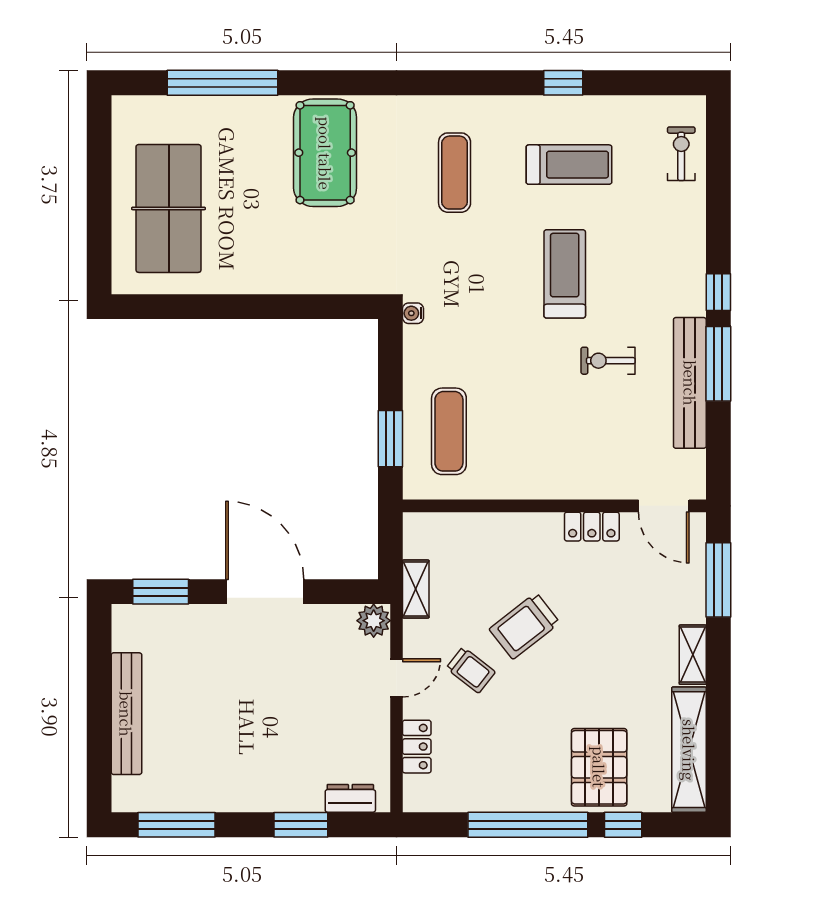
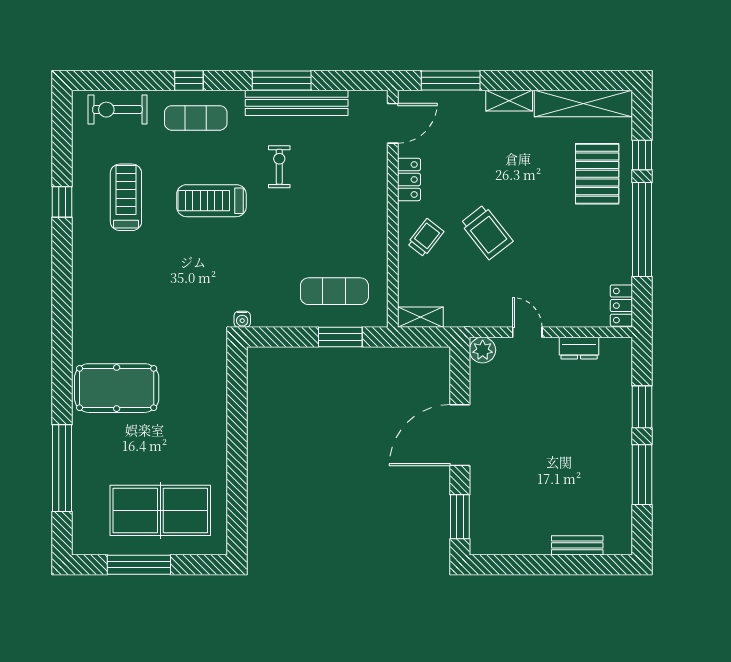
exercise bike: (681, 154) -> (117, 110), width x1.38, depth x1.39
exercise mat: (455, 173) -> (196, 118), moved
window: (99, 181) -> (139, 565), added
window: (718, 292) -> (189, 81), moved
exercise bike: (608, 361) -> (279, 167), turned 180
shelving: (416, 589) -> (420, 317), moved
trolley: (471, 670) -> (426, 238), moved
bench: (126, 714) -> (577, 545), width x0.54, depth x0.82
locker: (417, 747) -> (621, 306), moved, turned -90
pallet: (599, 767) -> (597, 174), turned 90
dresser: (350, 798) -> (579, 348), moved, turned -90
window: (176, 825) -> (642, 475), moved

